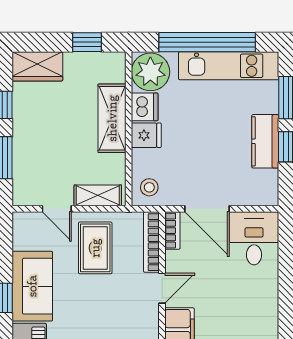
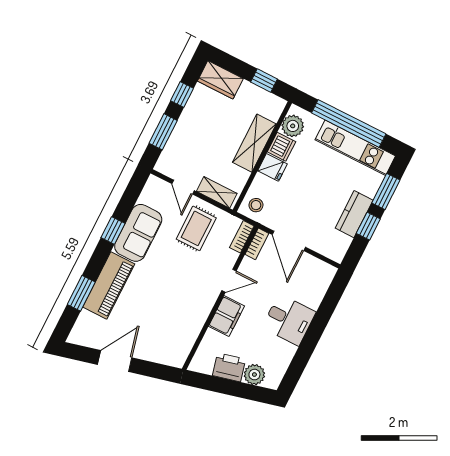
plant: (150, 72) -> (293, 126), width x0.73, depth x0.73
desk: (254, 238) -> (289, 320), moved, turned 90
bookcase: (151, 242) -> (242, 237), width x0.64

